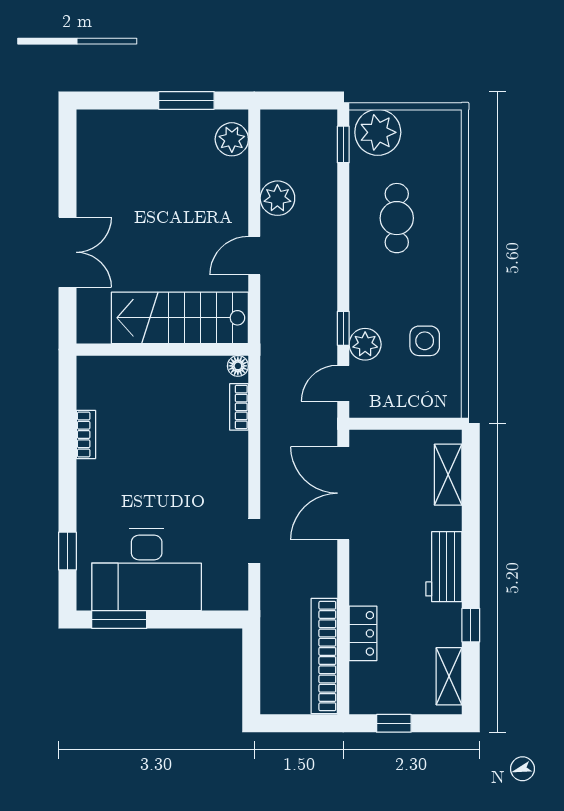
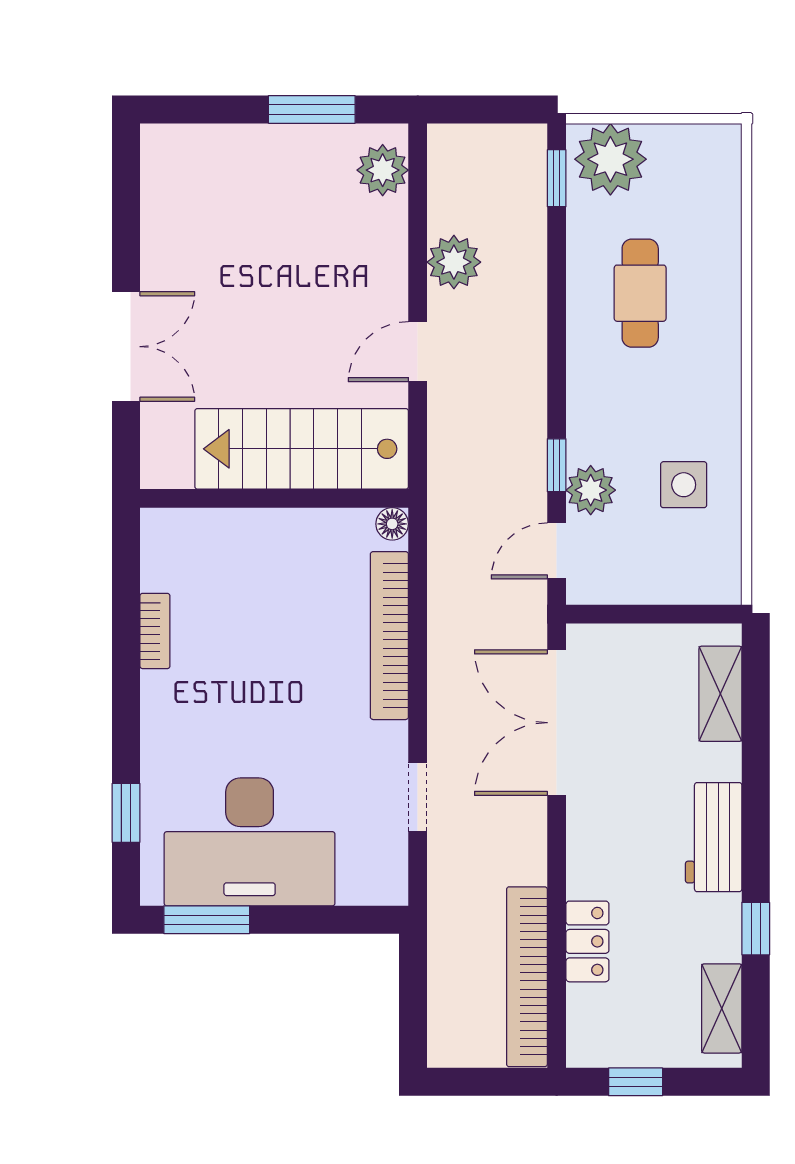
bookcase: (239, 407) -> (389, 636), width x2.31, depth x1.31

